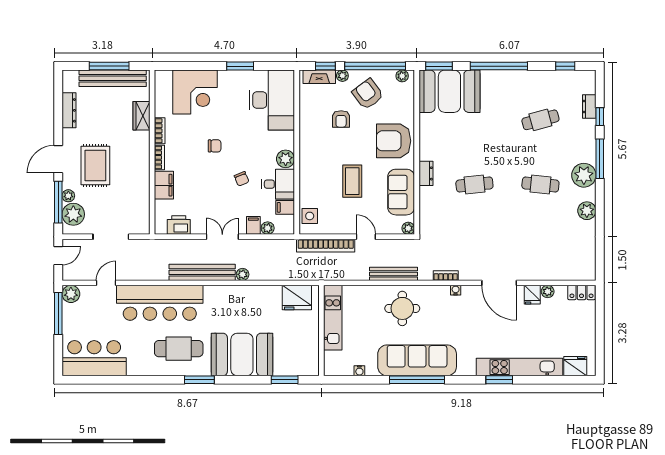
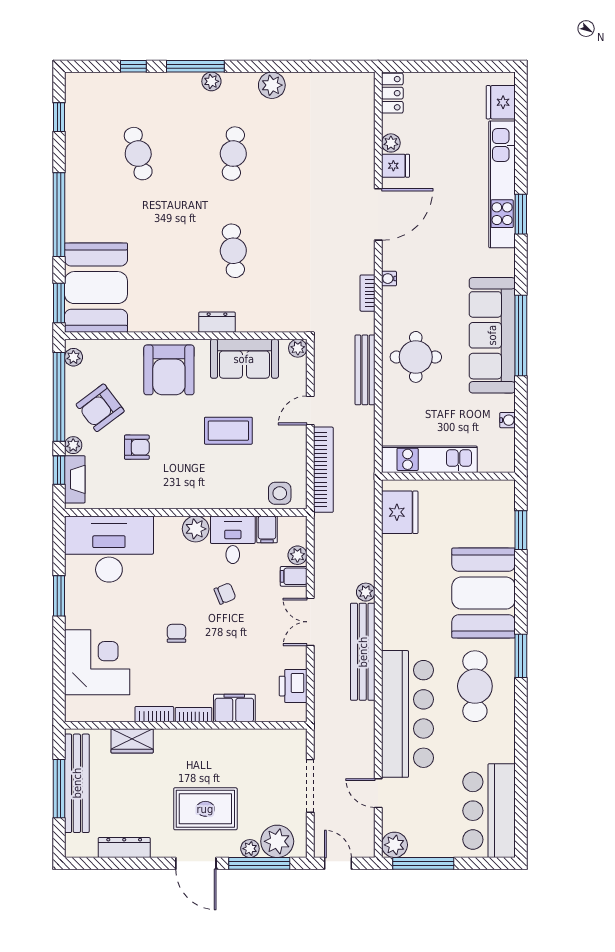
dresser: (589, 106) -> (118, 82), removed
plant: (584, 175) -> (211, 81), width x0.53, depth x0.53

